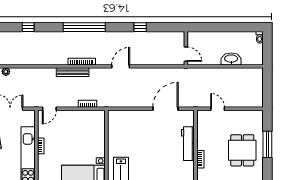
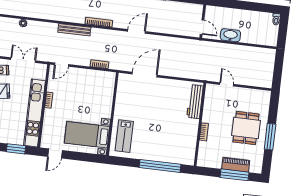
washbasin: (231, 59) -> (230, 35), moved
bench: (73, 72) -> (74, 30), moved
door: (165, 109) -> (145, 75), moved
workbench: (188, 144) -> (195, 102), moved
window: (267, 144) -> (270, 137), moved

